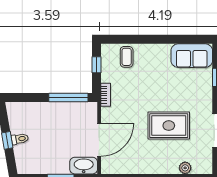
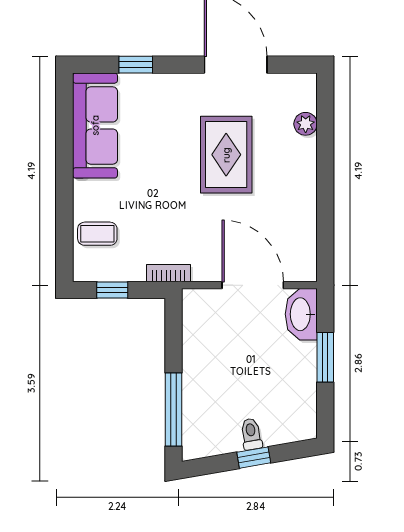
sofa: (192, 56) -> (95, 125), width x1.36
window: (68, 97) -> (174, 410), moved

